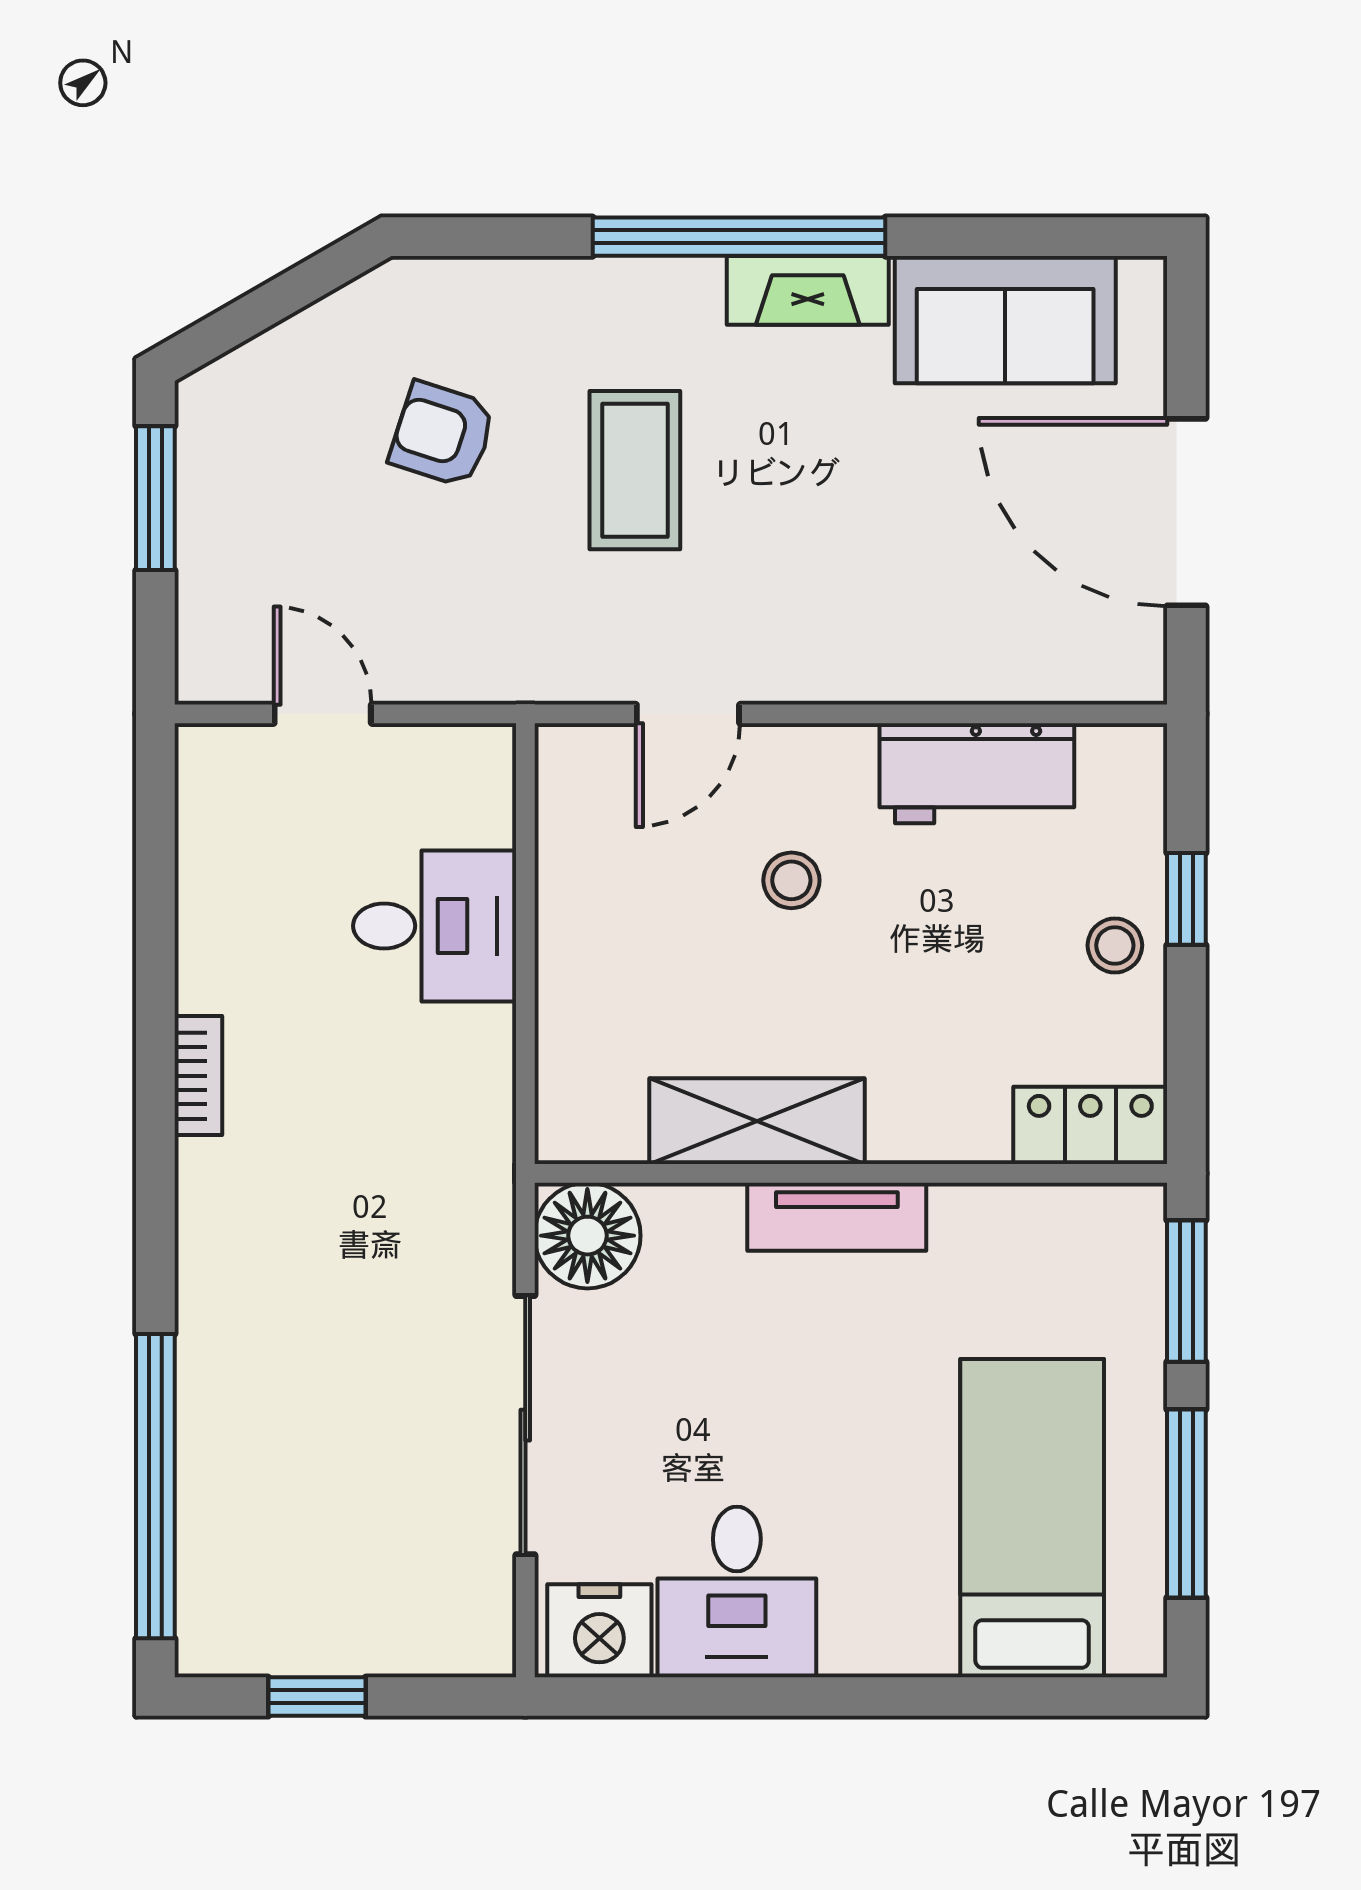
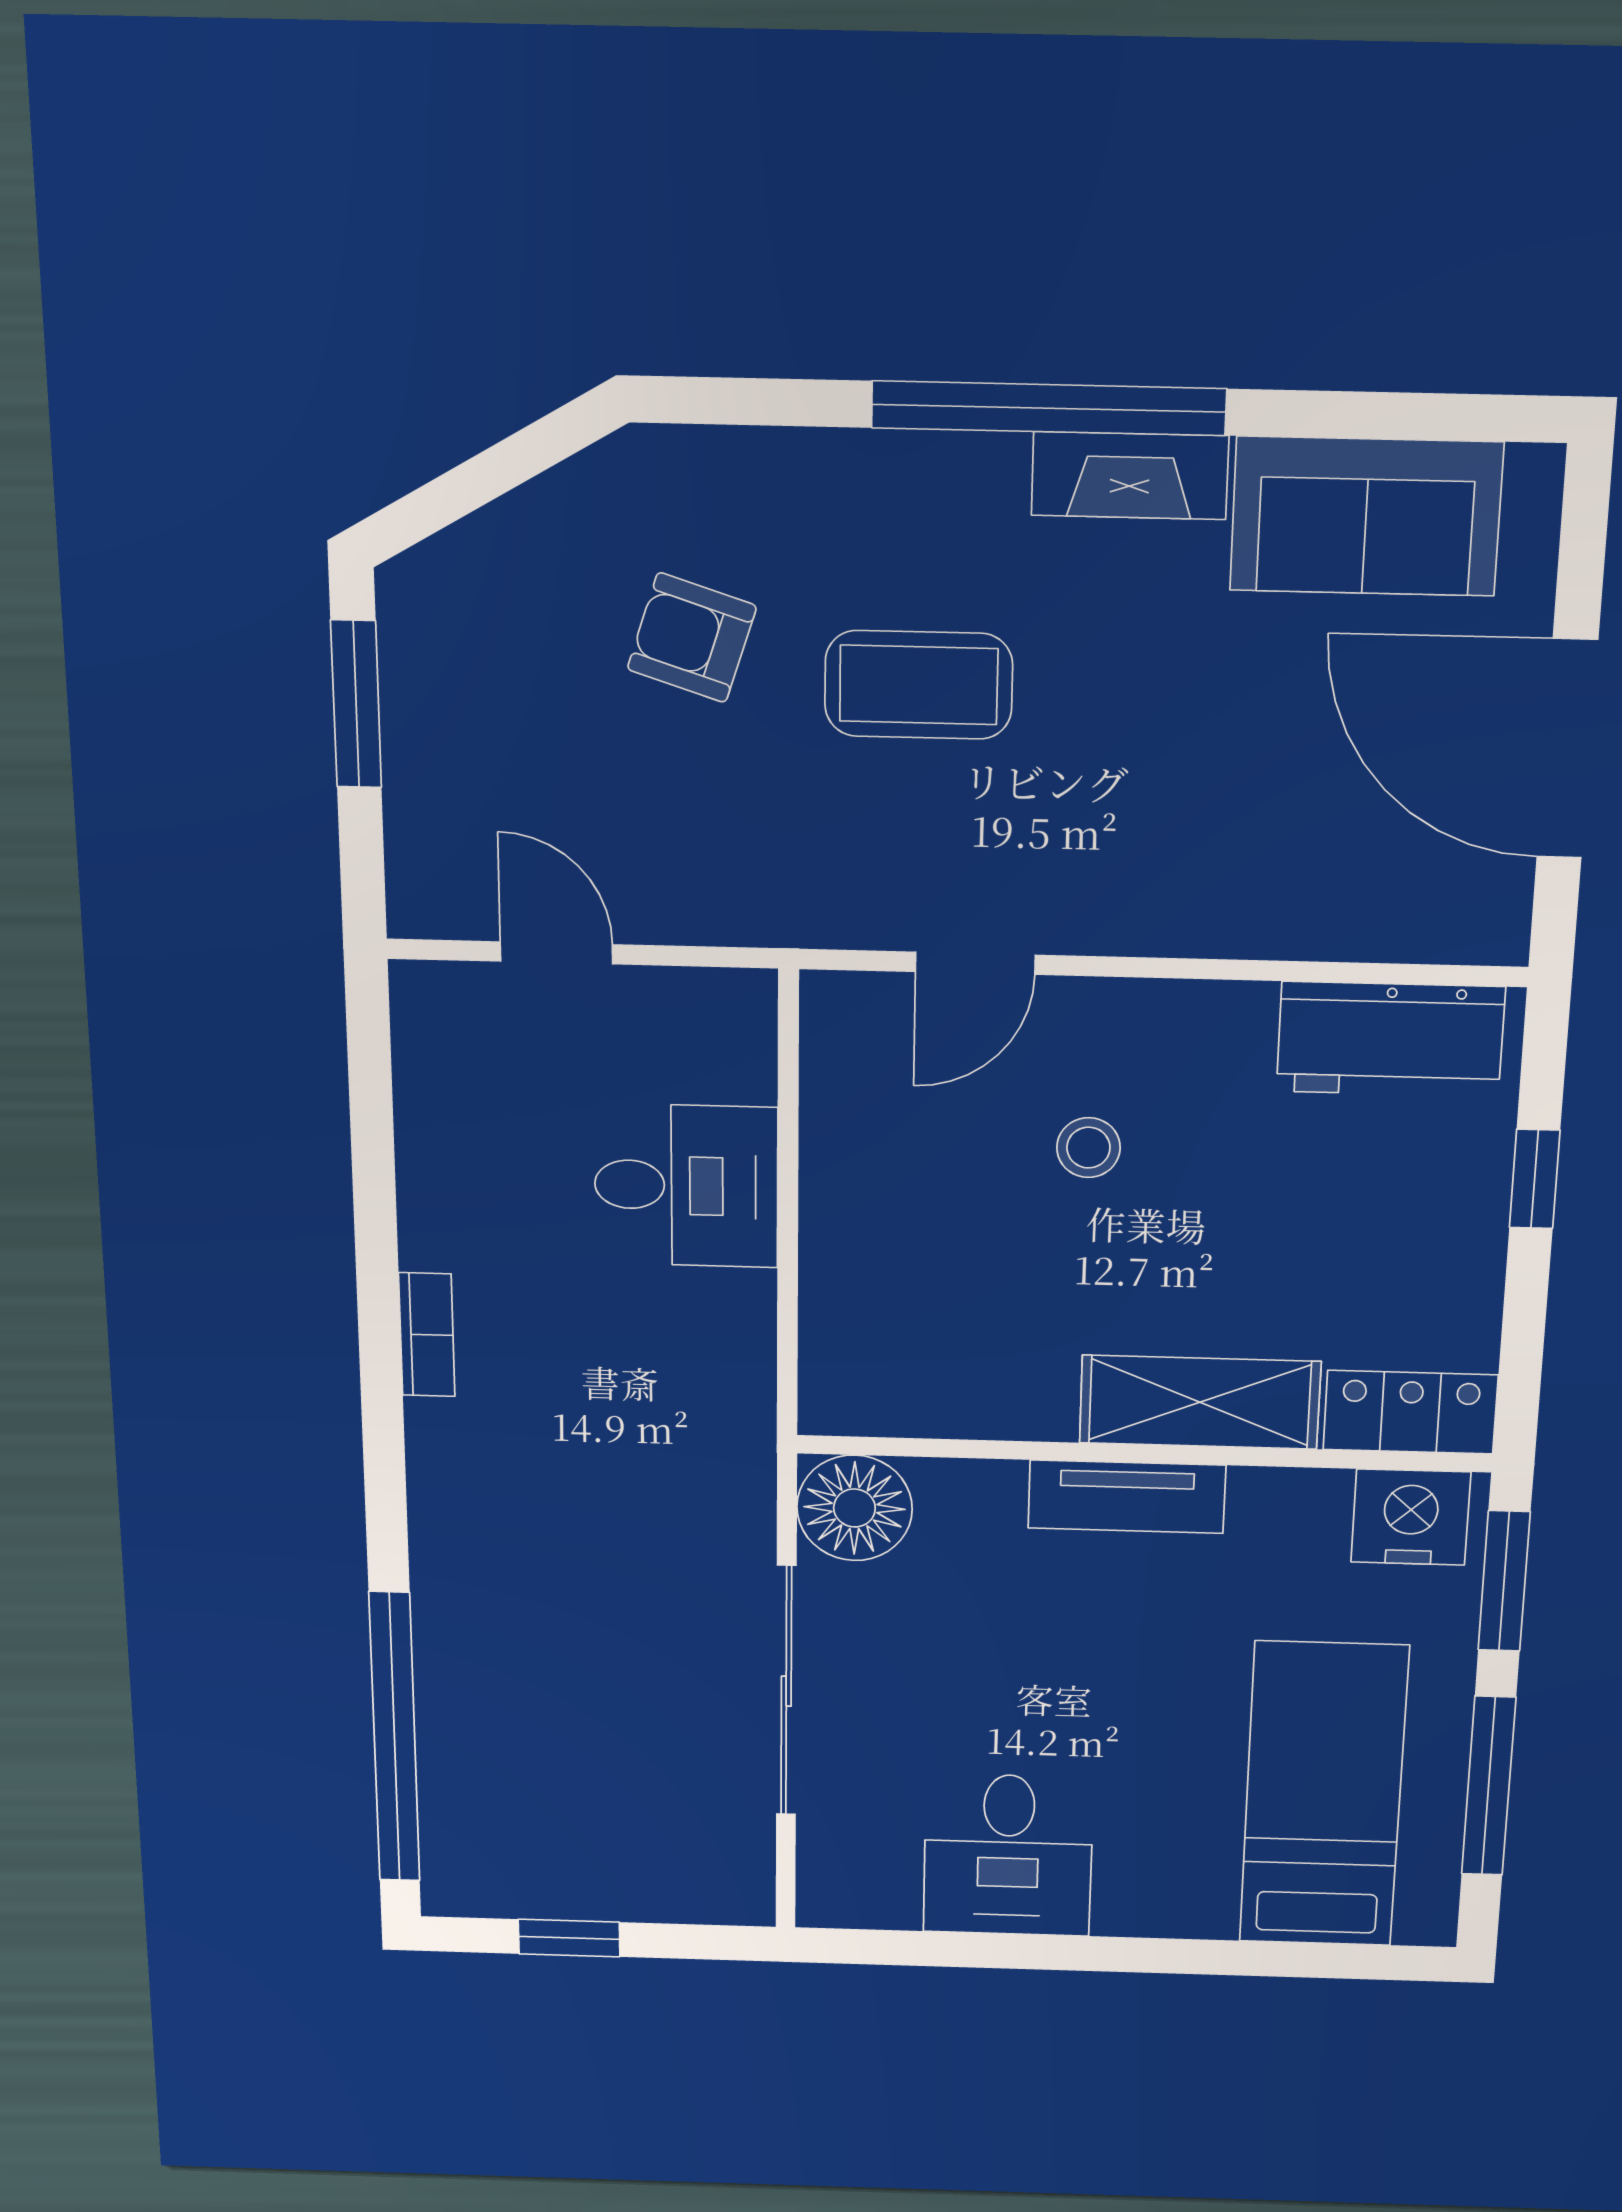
coffee table: (635, 470) -> (919, 685), turned 90
workbench: (977, 773) -> (1390, 1039), moved
stool: (1115, 945) -> (1450, 1226), removed
shelving: (757, 1121) -> (1200, 1402), moved
nightstand: (599, 1631) -> (1411, 1517), moved, turned 180

